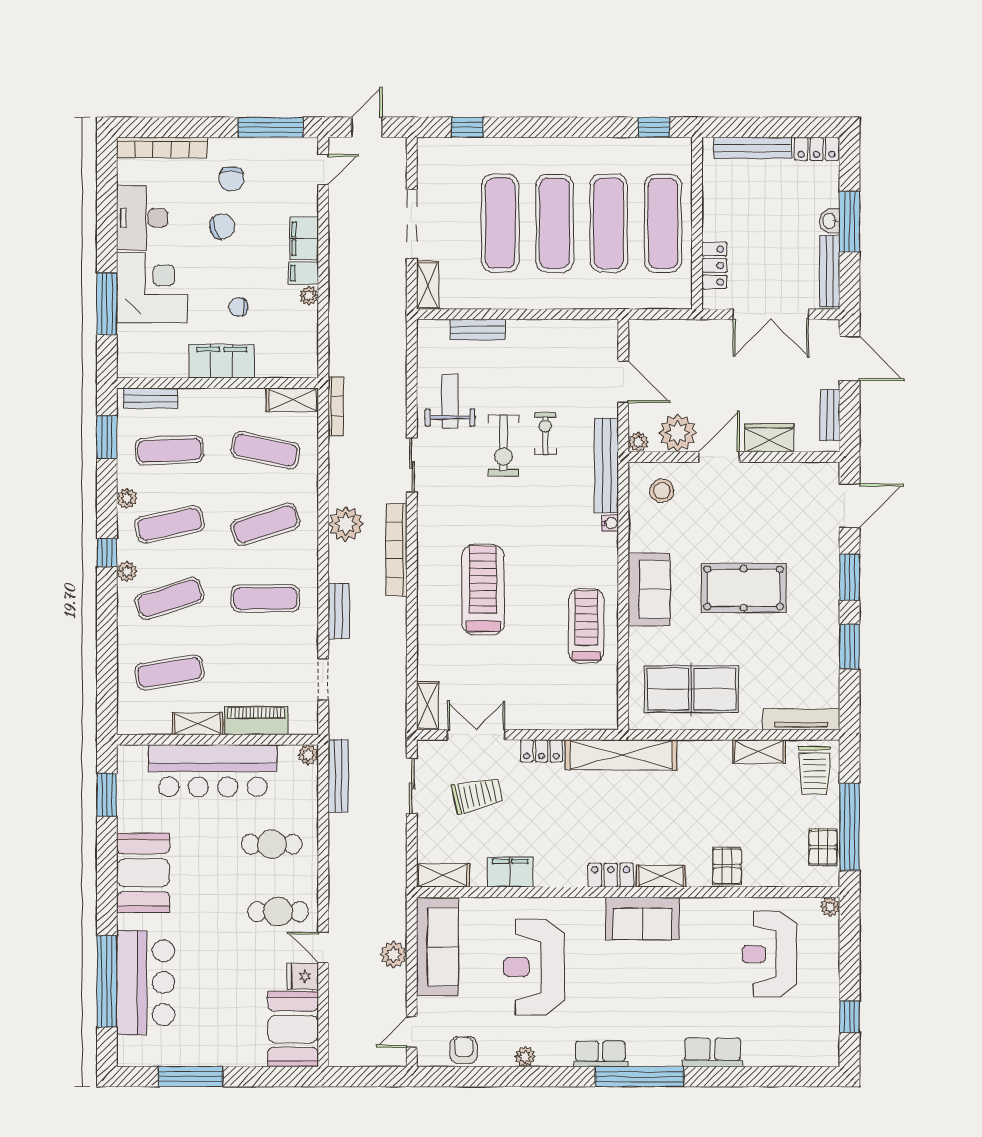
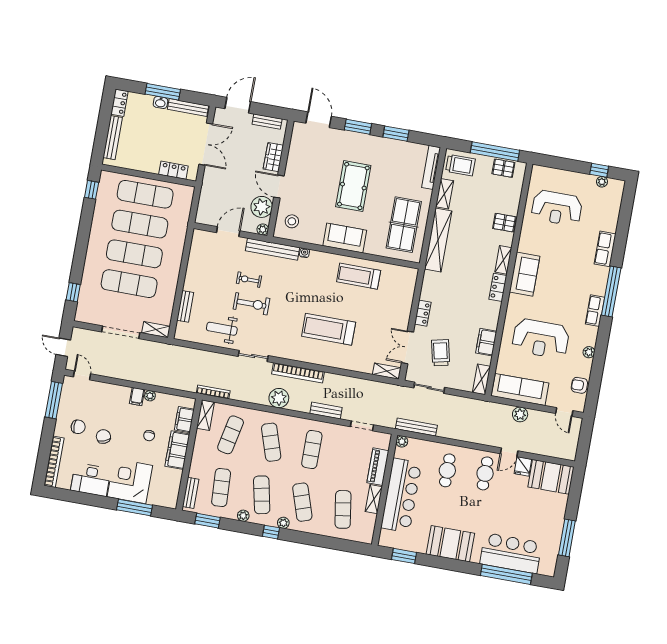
filing cabinet: (304, 238) -> (184, 420), moved, turned 90
shelving: (621, 755) -> (438, 240), moved
plant: (830, 907) -> (602, 182), moved

